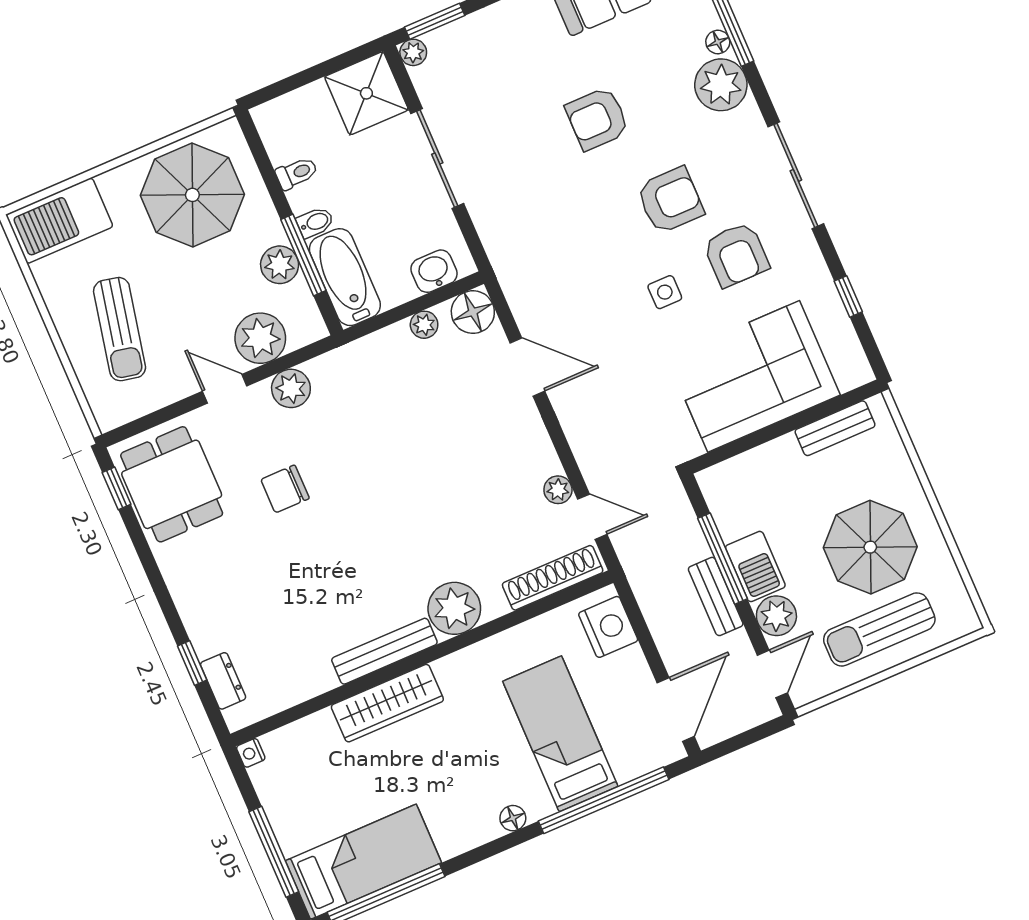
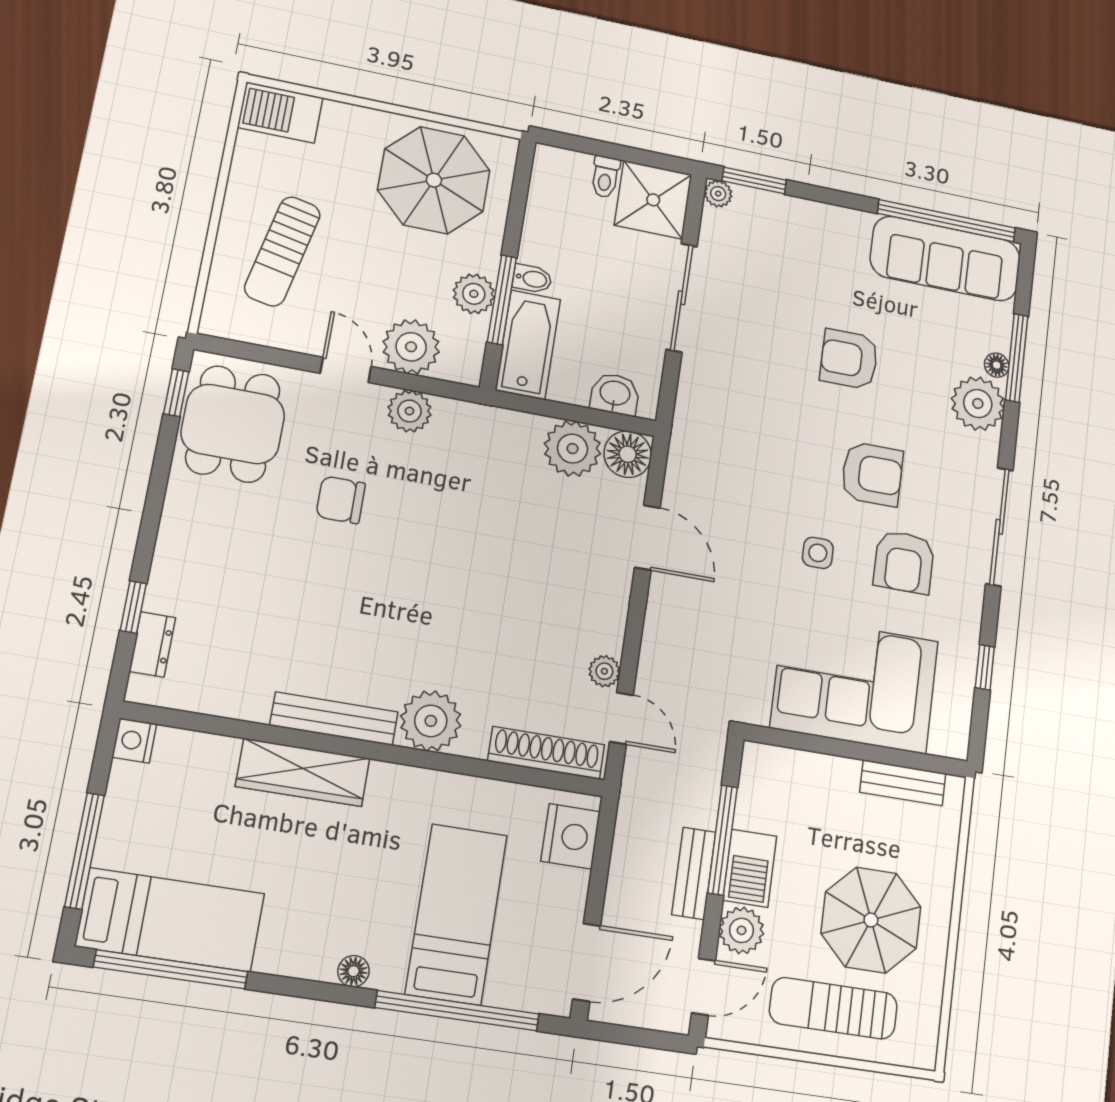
toilet: (297, 173) -> (605, 177), moved, turned 90
barbecue: (59, 221) -> (280, 113), width x0.73, depth x0.83
plant: (424, 325) -> (572, 449), width x1.87, depth x1.87
nightstand: (251, 753) -> (134, 741), width x1.39, depth x1.35

